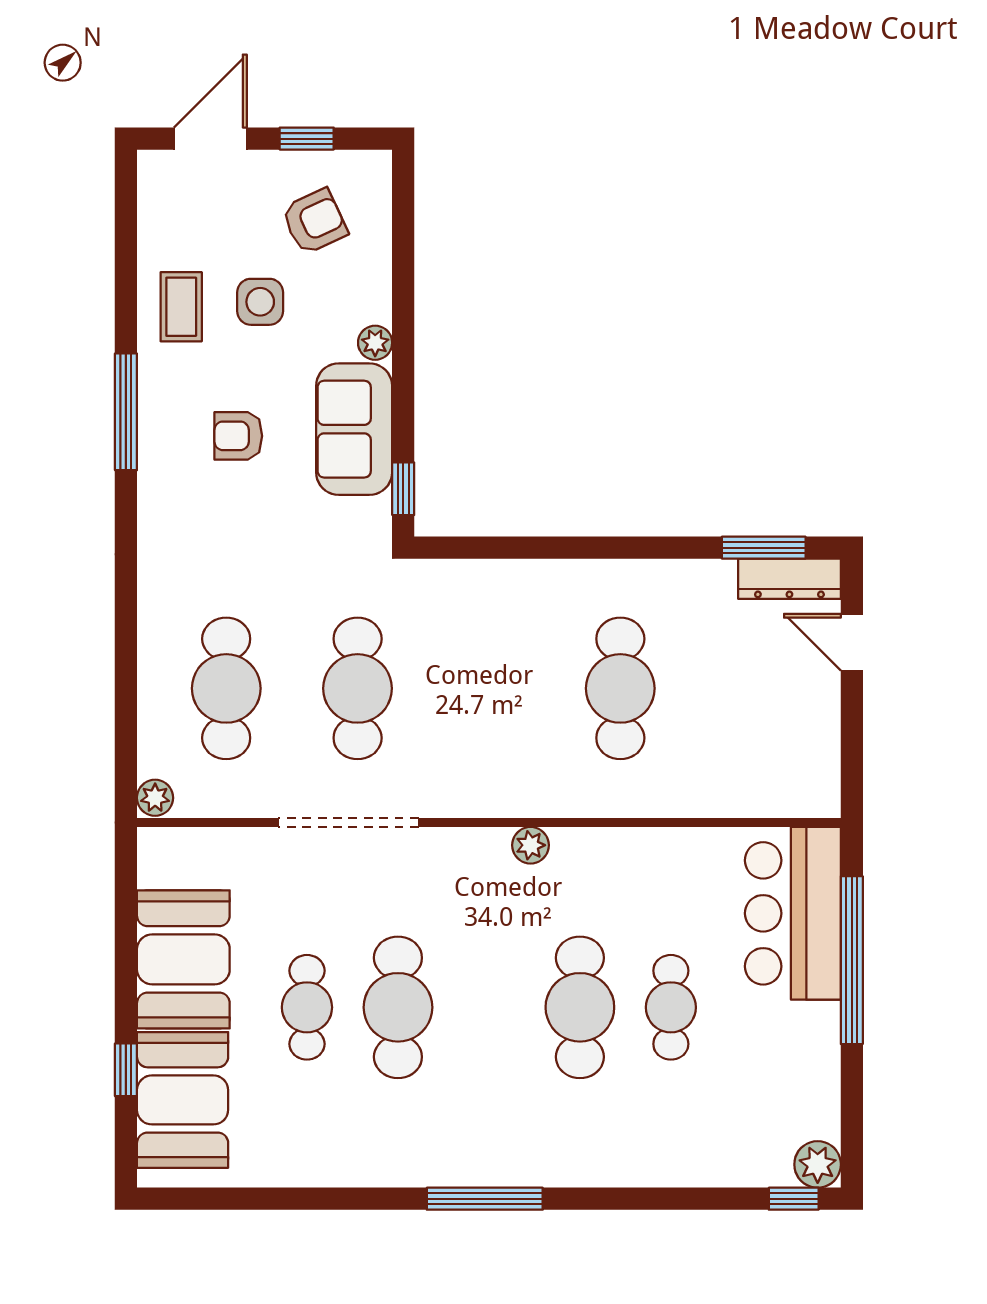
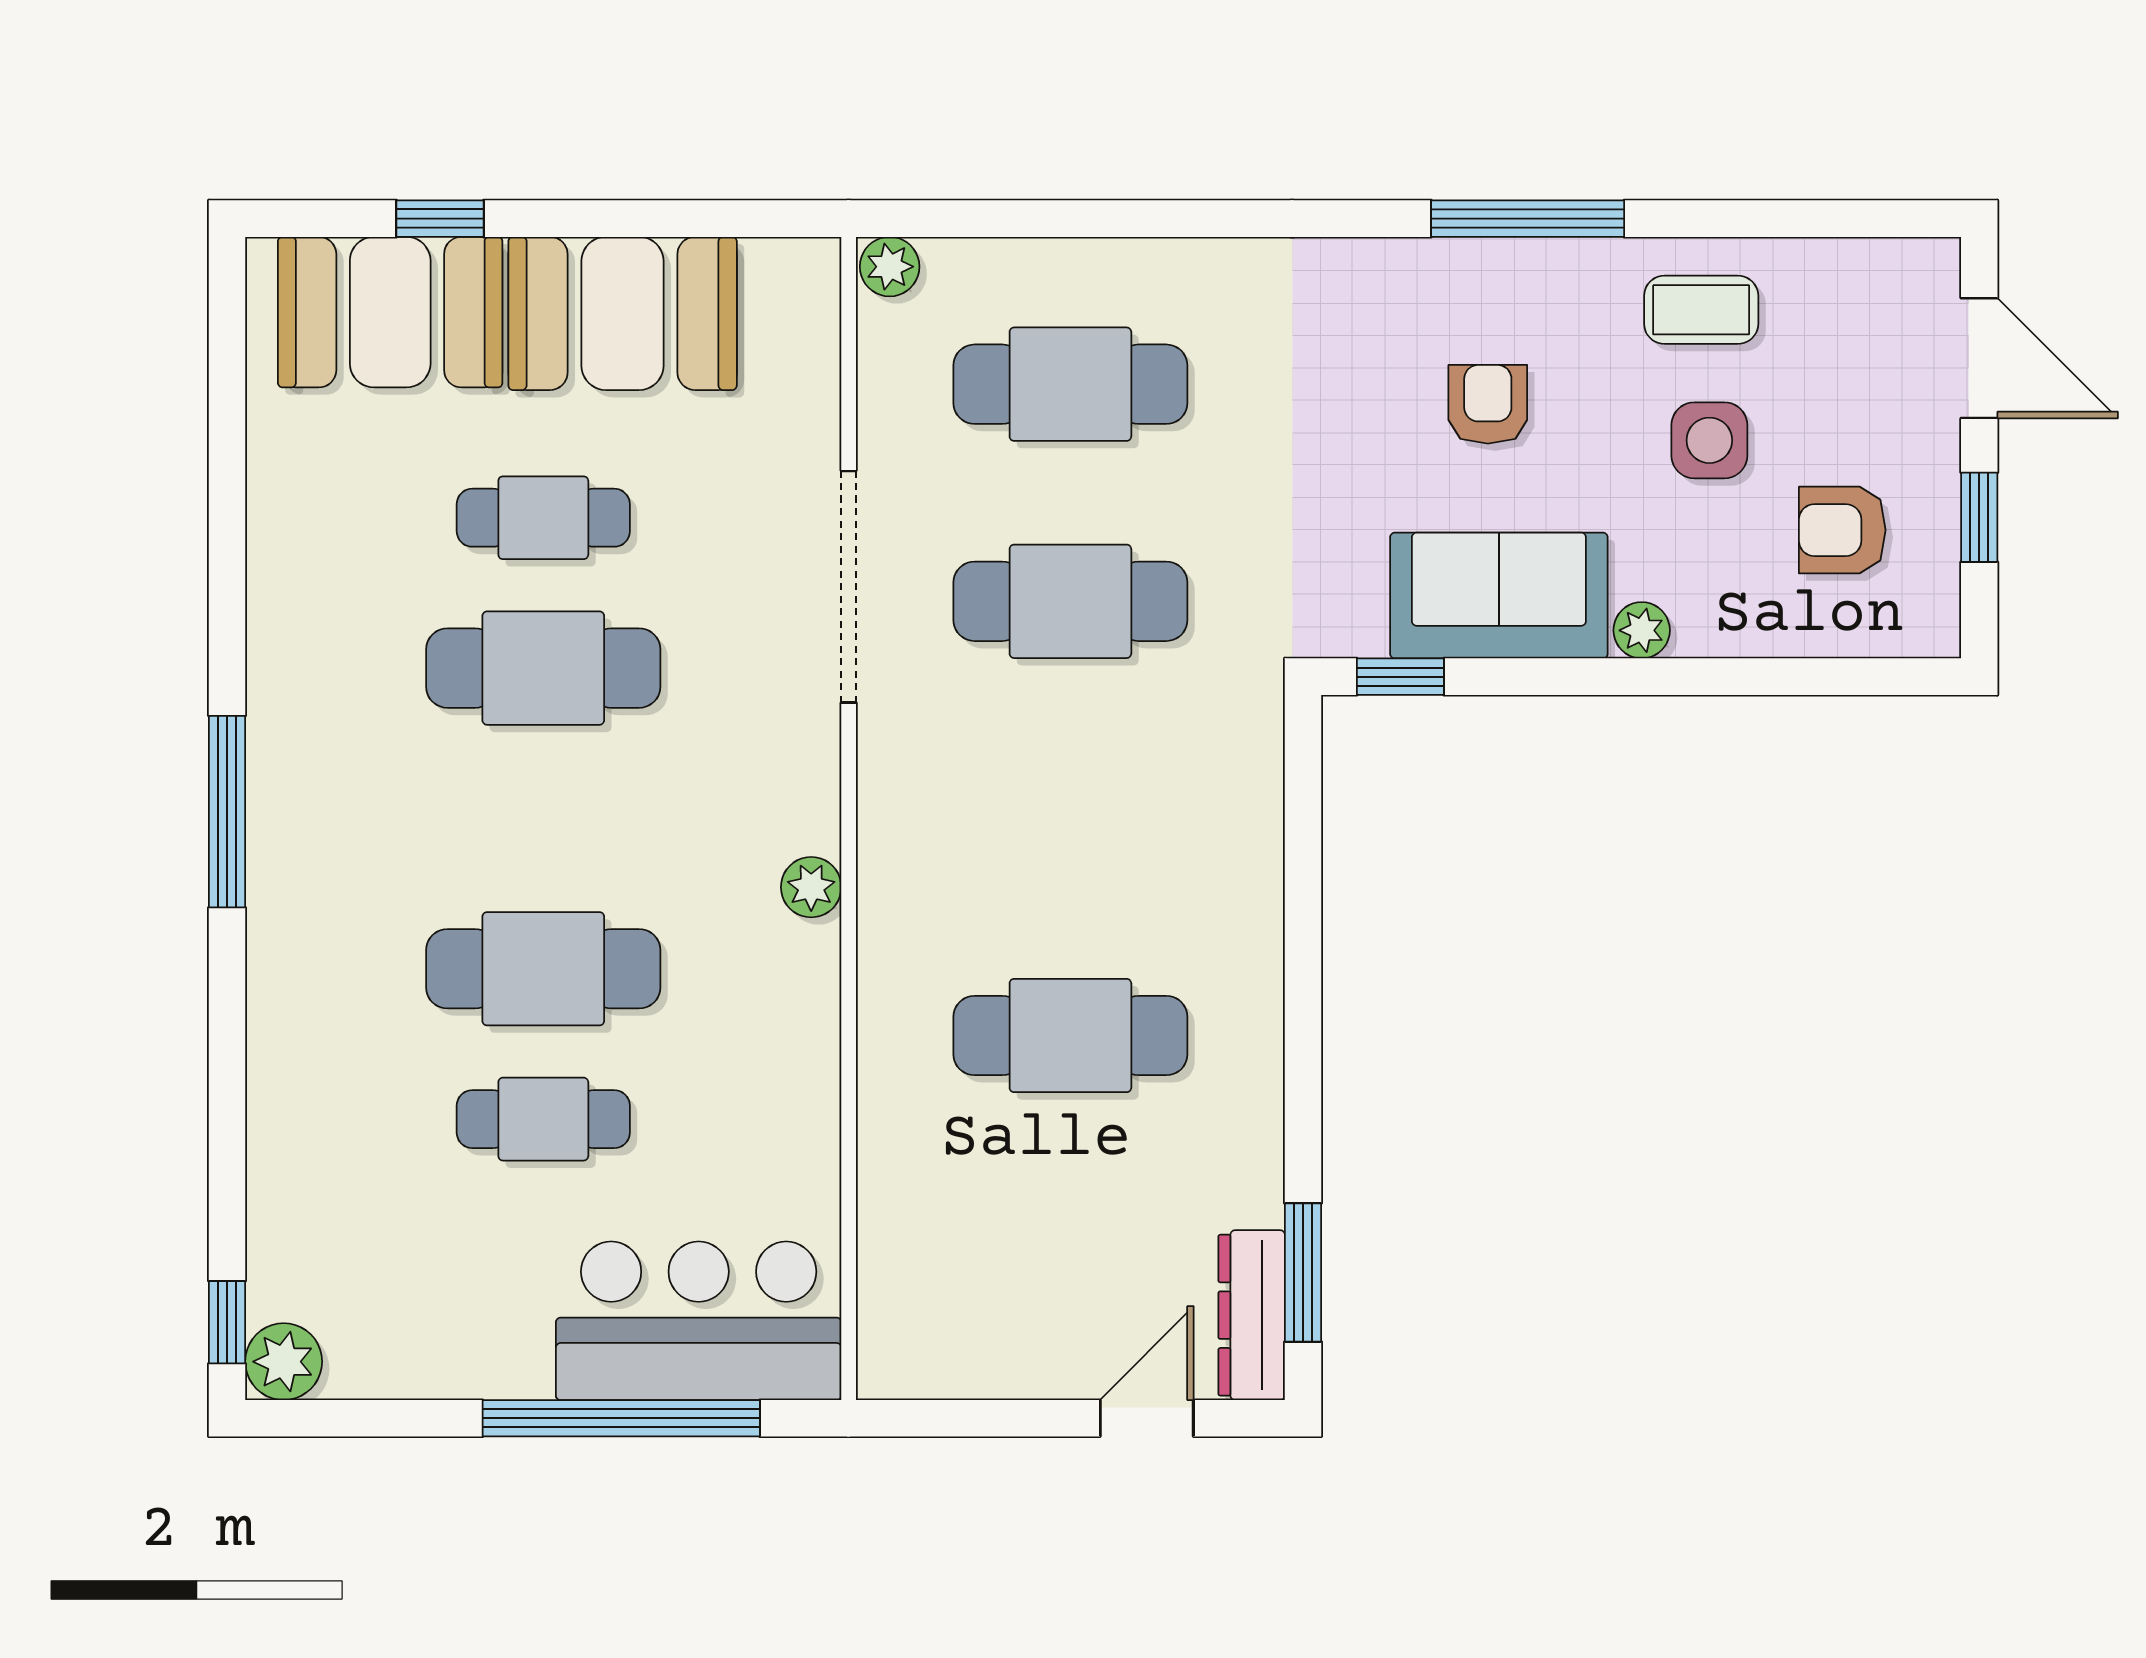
armchair: (314, 221) -> (1842, 530), turned 115

